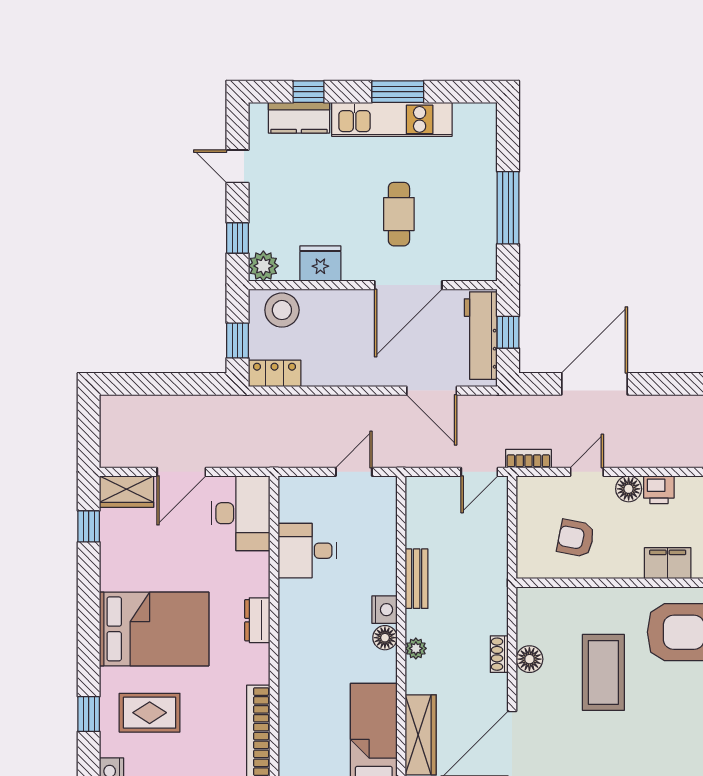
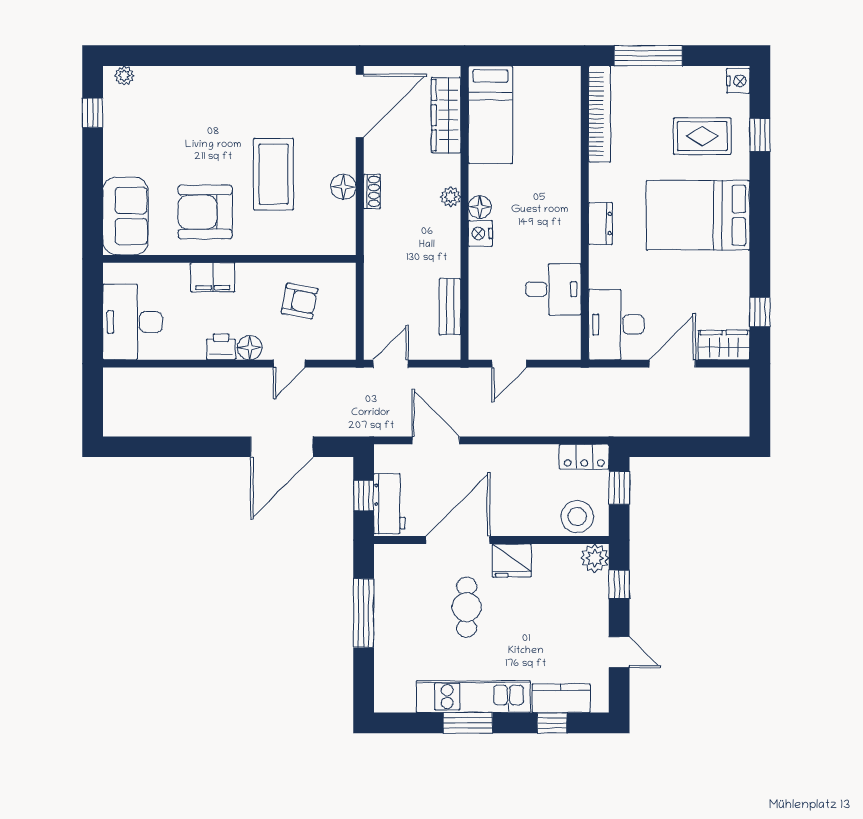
fridge: (320, 263) -> (512, 561), moved
workbench: (481, 336) -> (389, 504), width x0.73
bookcase: (528, 459) -> (344, 376), removed
bench: (417, 579) -> (450, 307), moved

